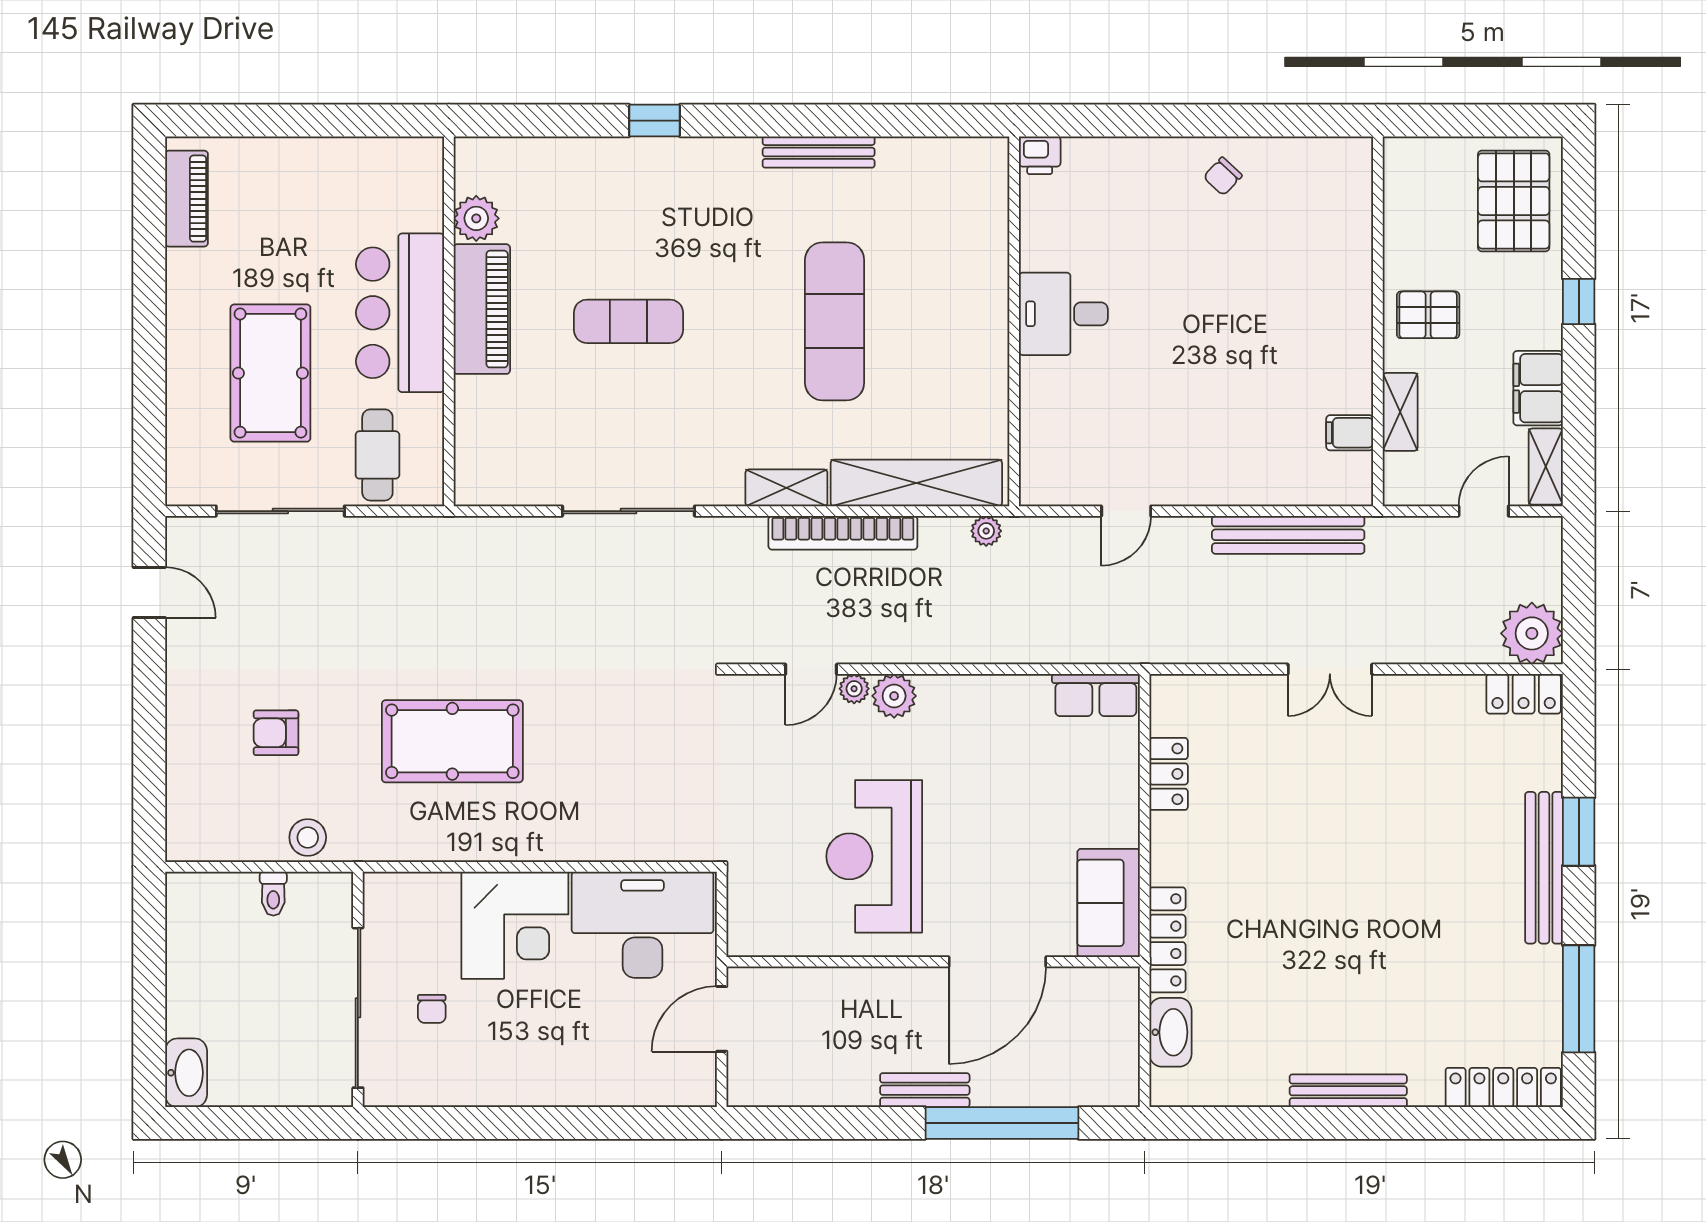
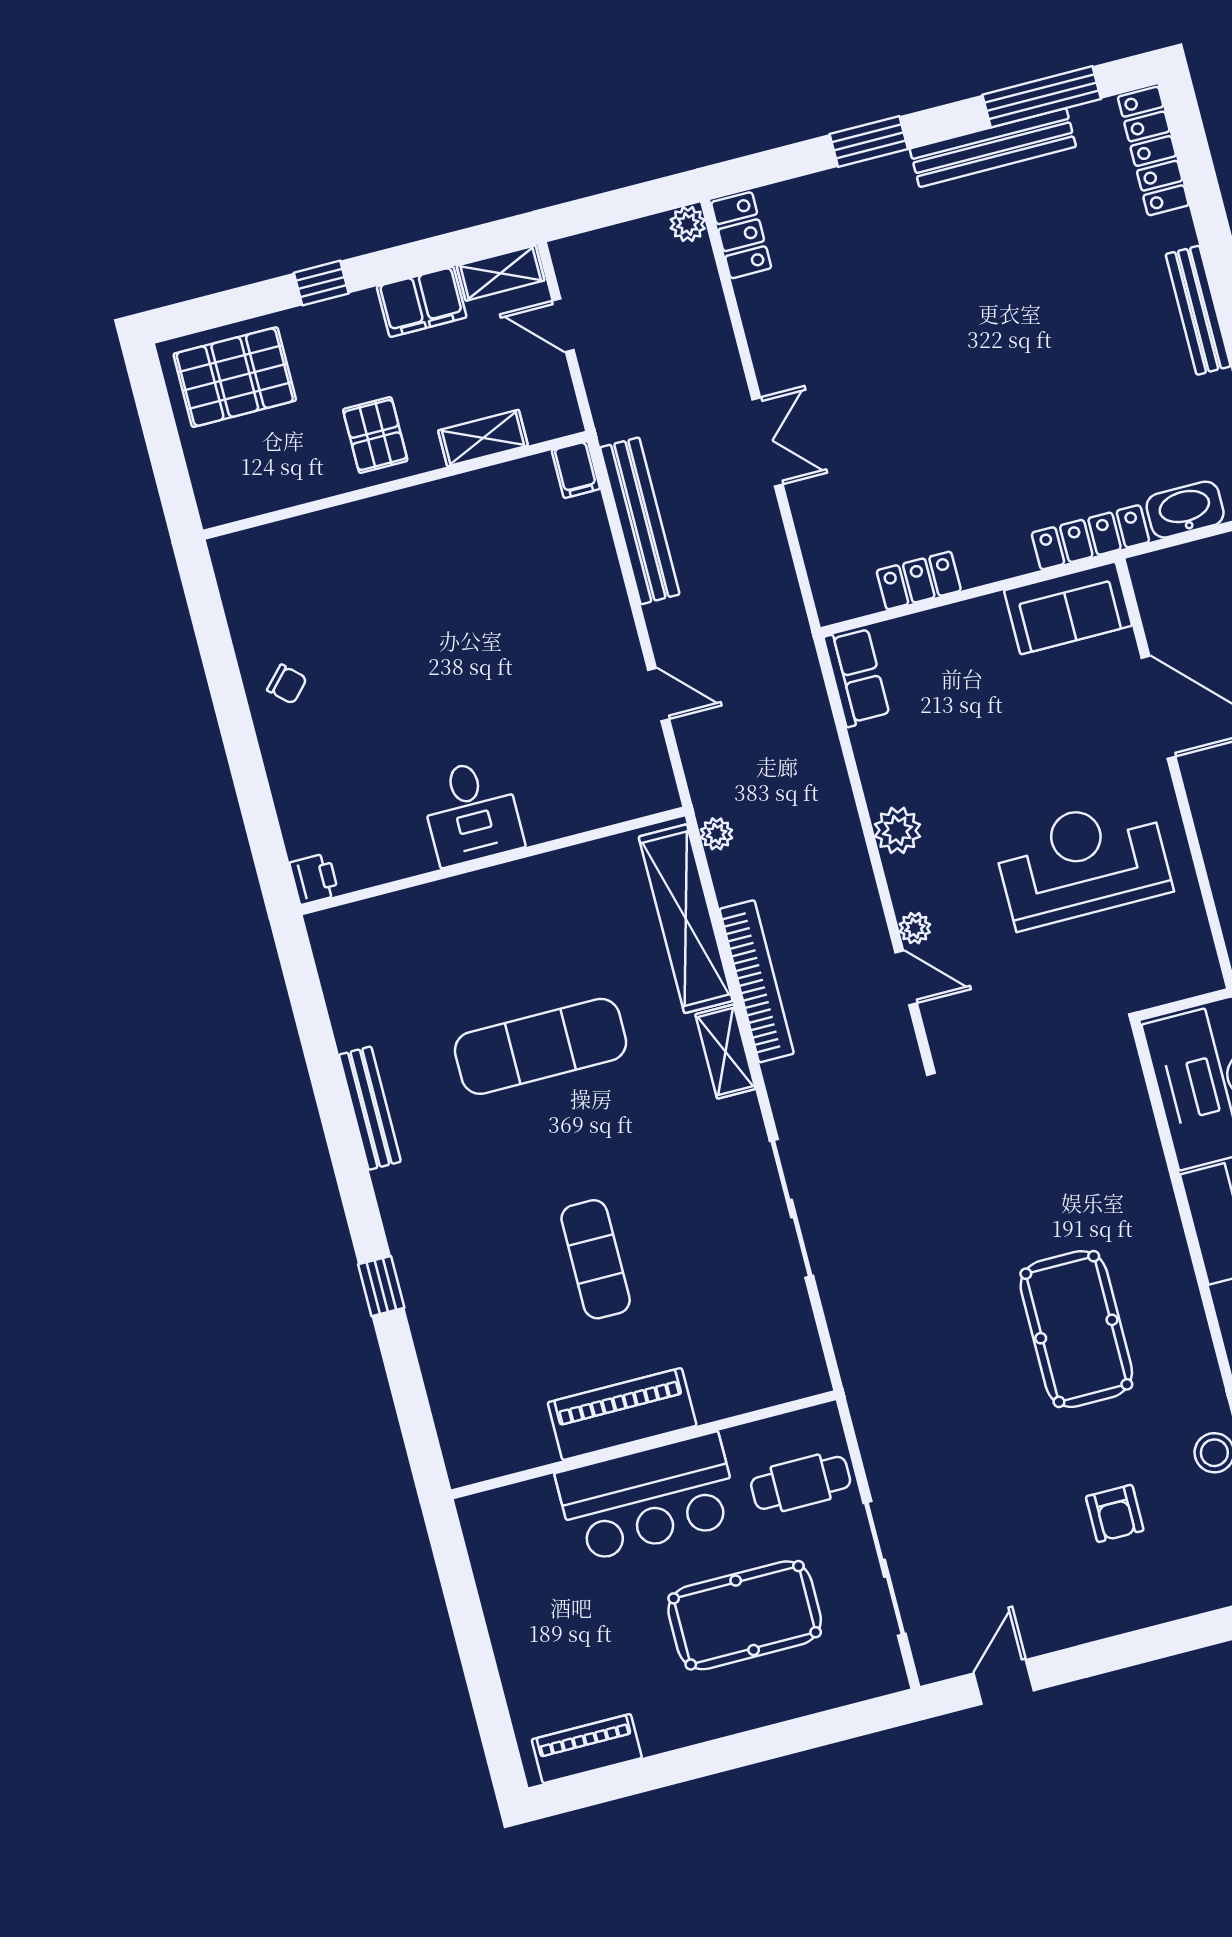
plant: (476, 218) -> (530, 1444), removed
filing cabinet: (1350, 433) -> (576, 470), moved
plant: (1532, 633) -> (688, 224), width x0.53, depth x0.53
plant: (894, 696) -> (897, 830), moved
reception desk: (874, 856) -> (1082, 863), turned 180
bench: (1544, 868) -> (993, 148), moved

